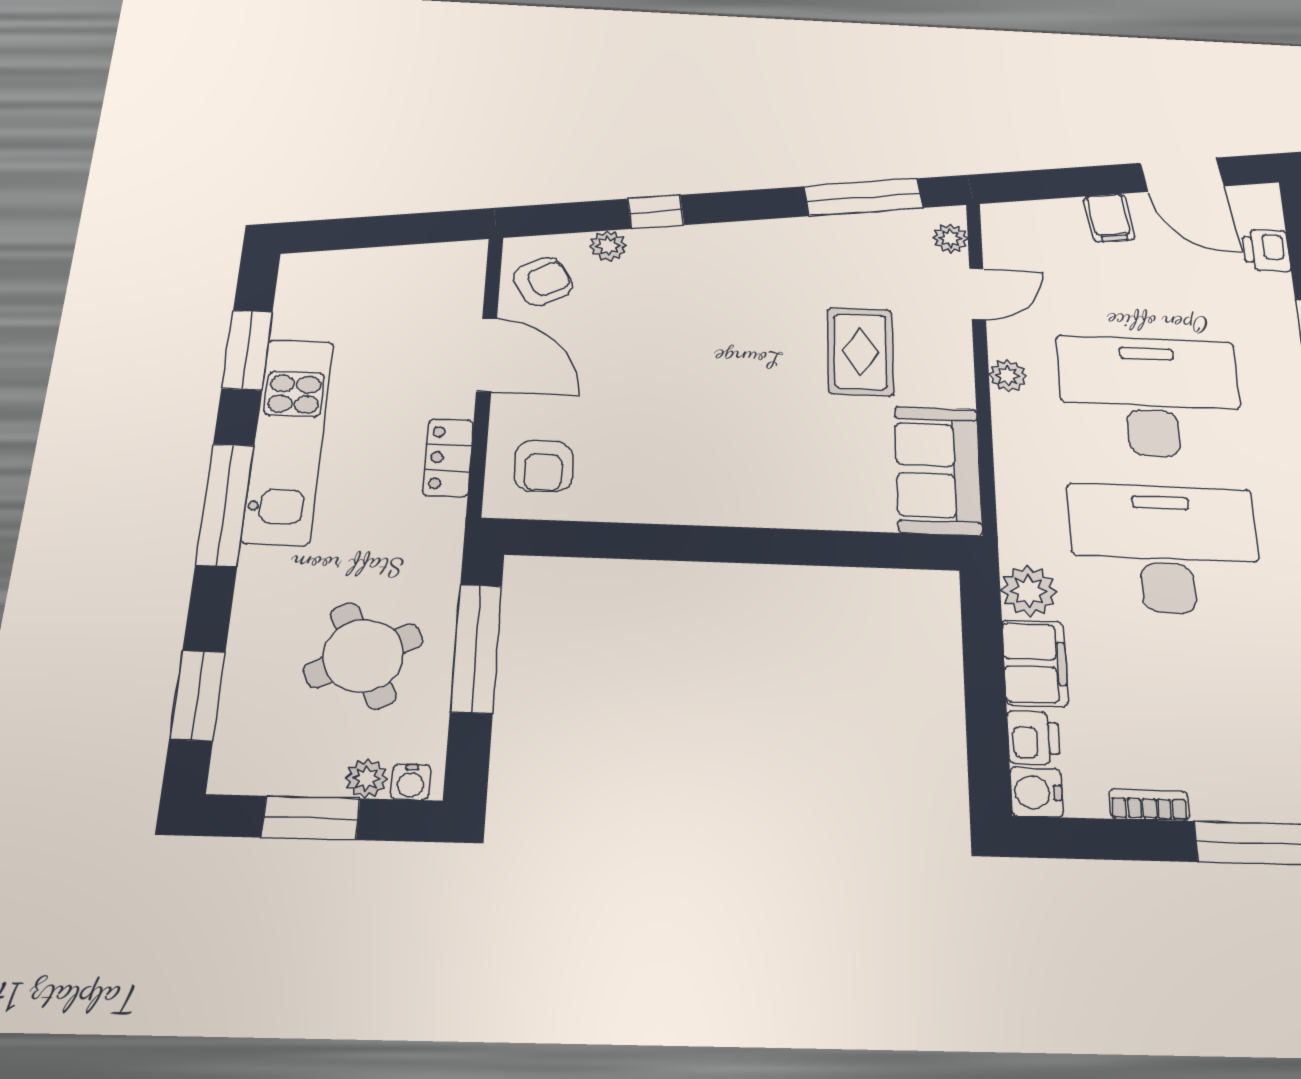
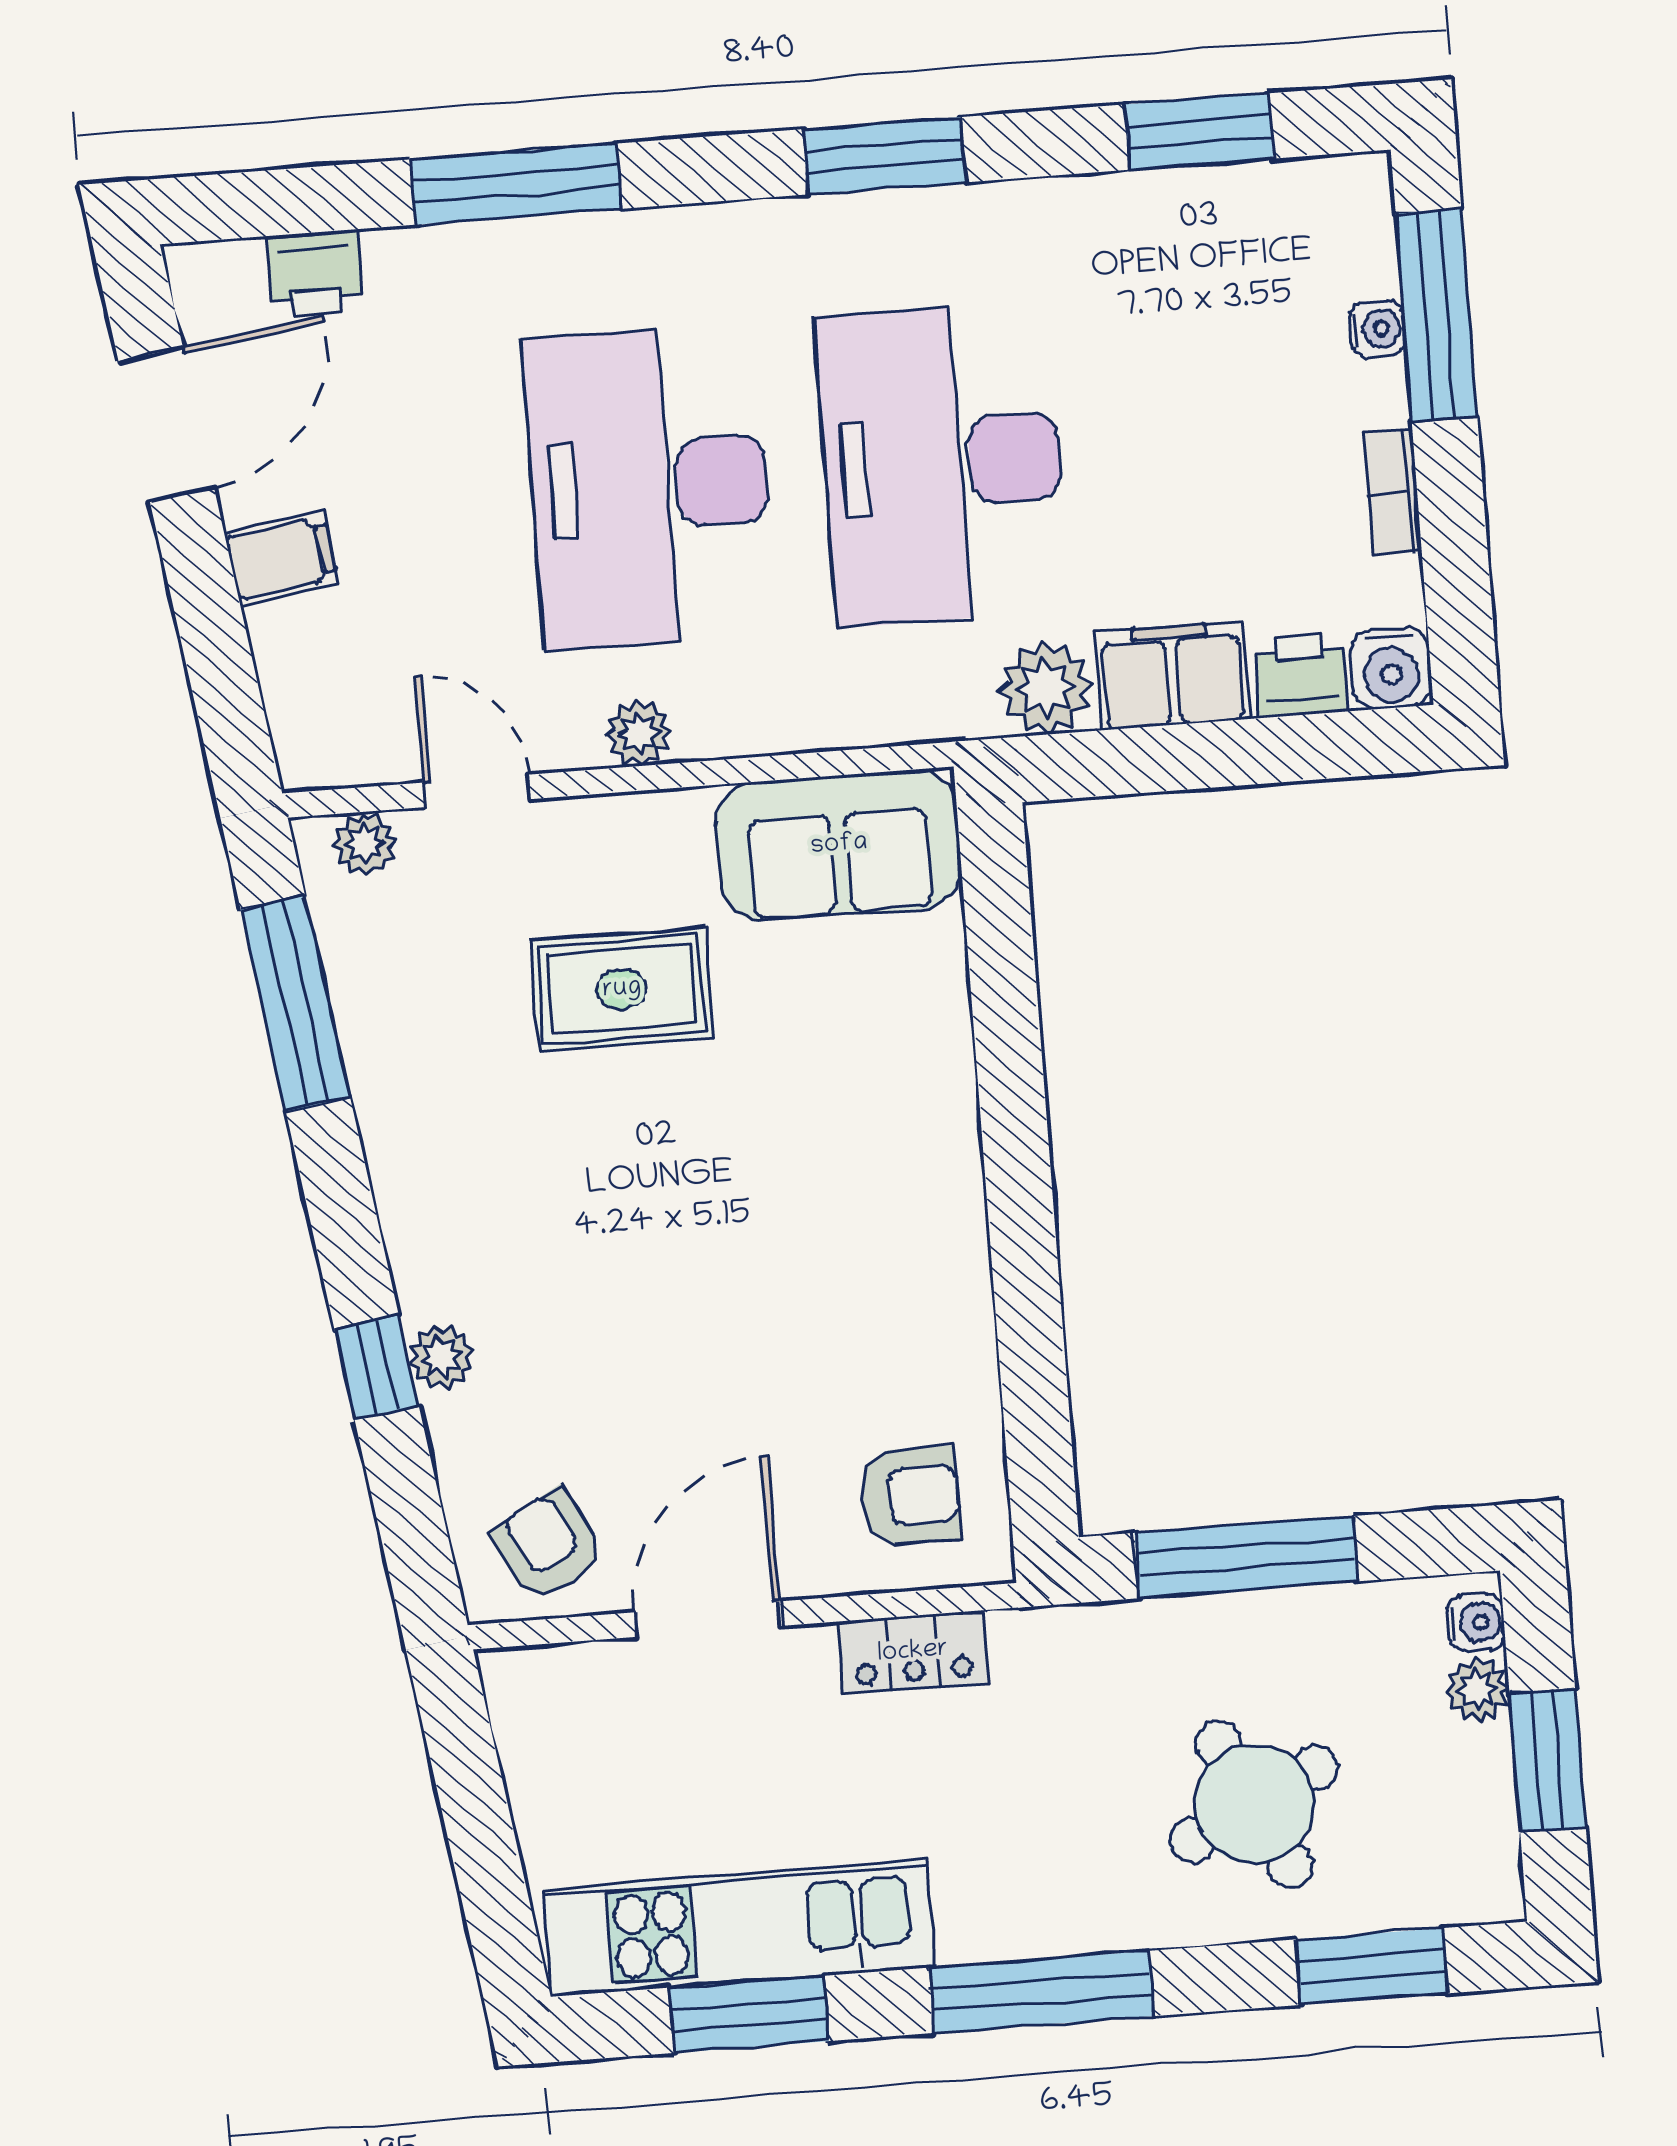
plant: (608, 246) -> (441, 1357), moved
kitchen unit: (288, 440) -> (739, 1928), moved
round table: (363, 656) -> (1254, 1804), moved
water cooler: (1253, 806) -> (1377, 329), added

